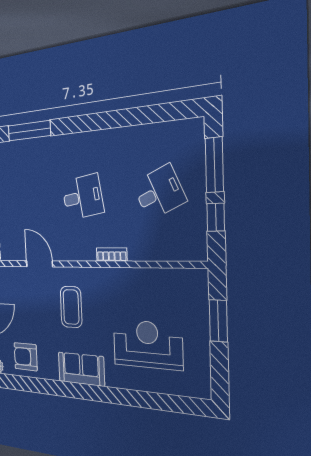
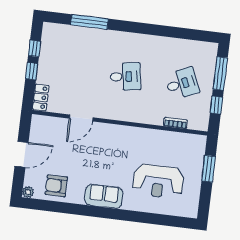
bookcase: (112, 255) -> (175, 123), moved
door: (39, 264) -> (81, 118), swing flipped
coffee table: (71, 307) -> (103, 152), removed
reception desk: (147, 345) -> (158, 181), turned 180

